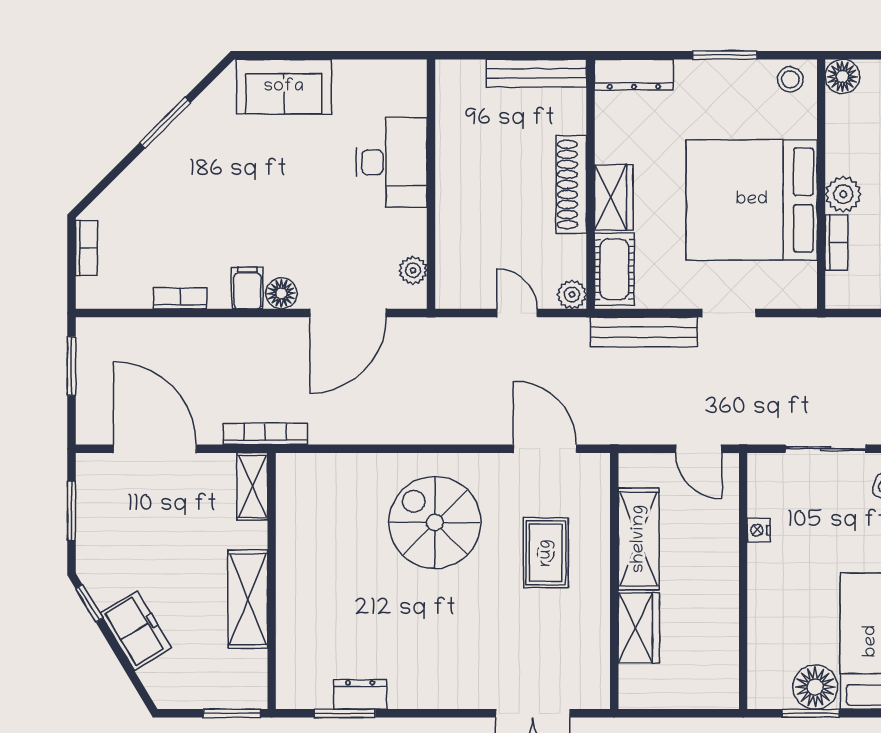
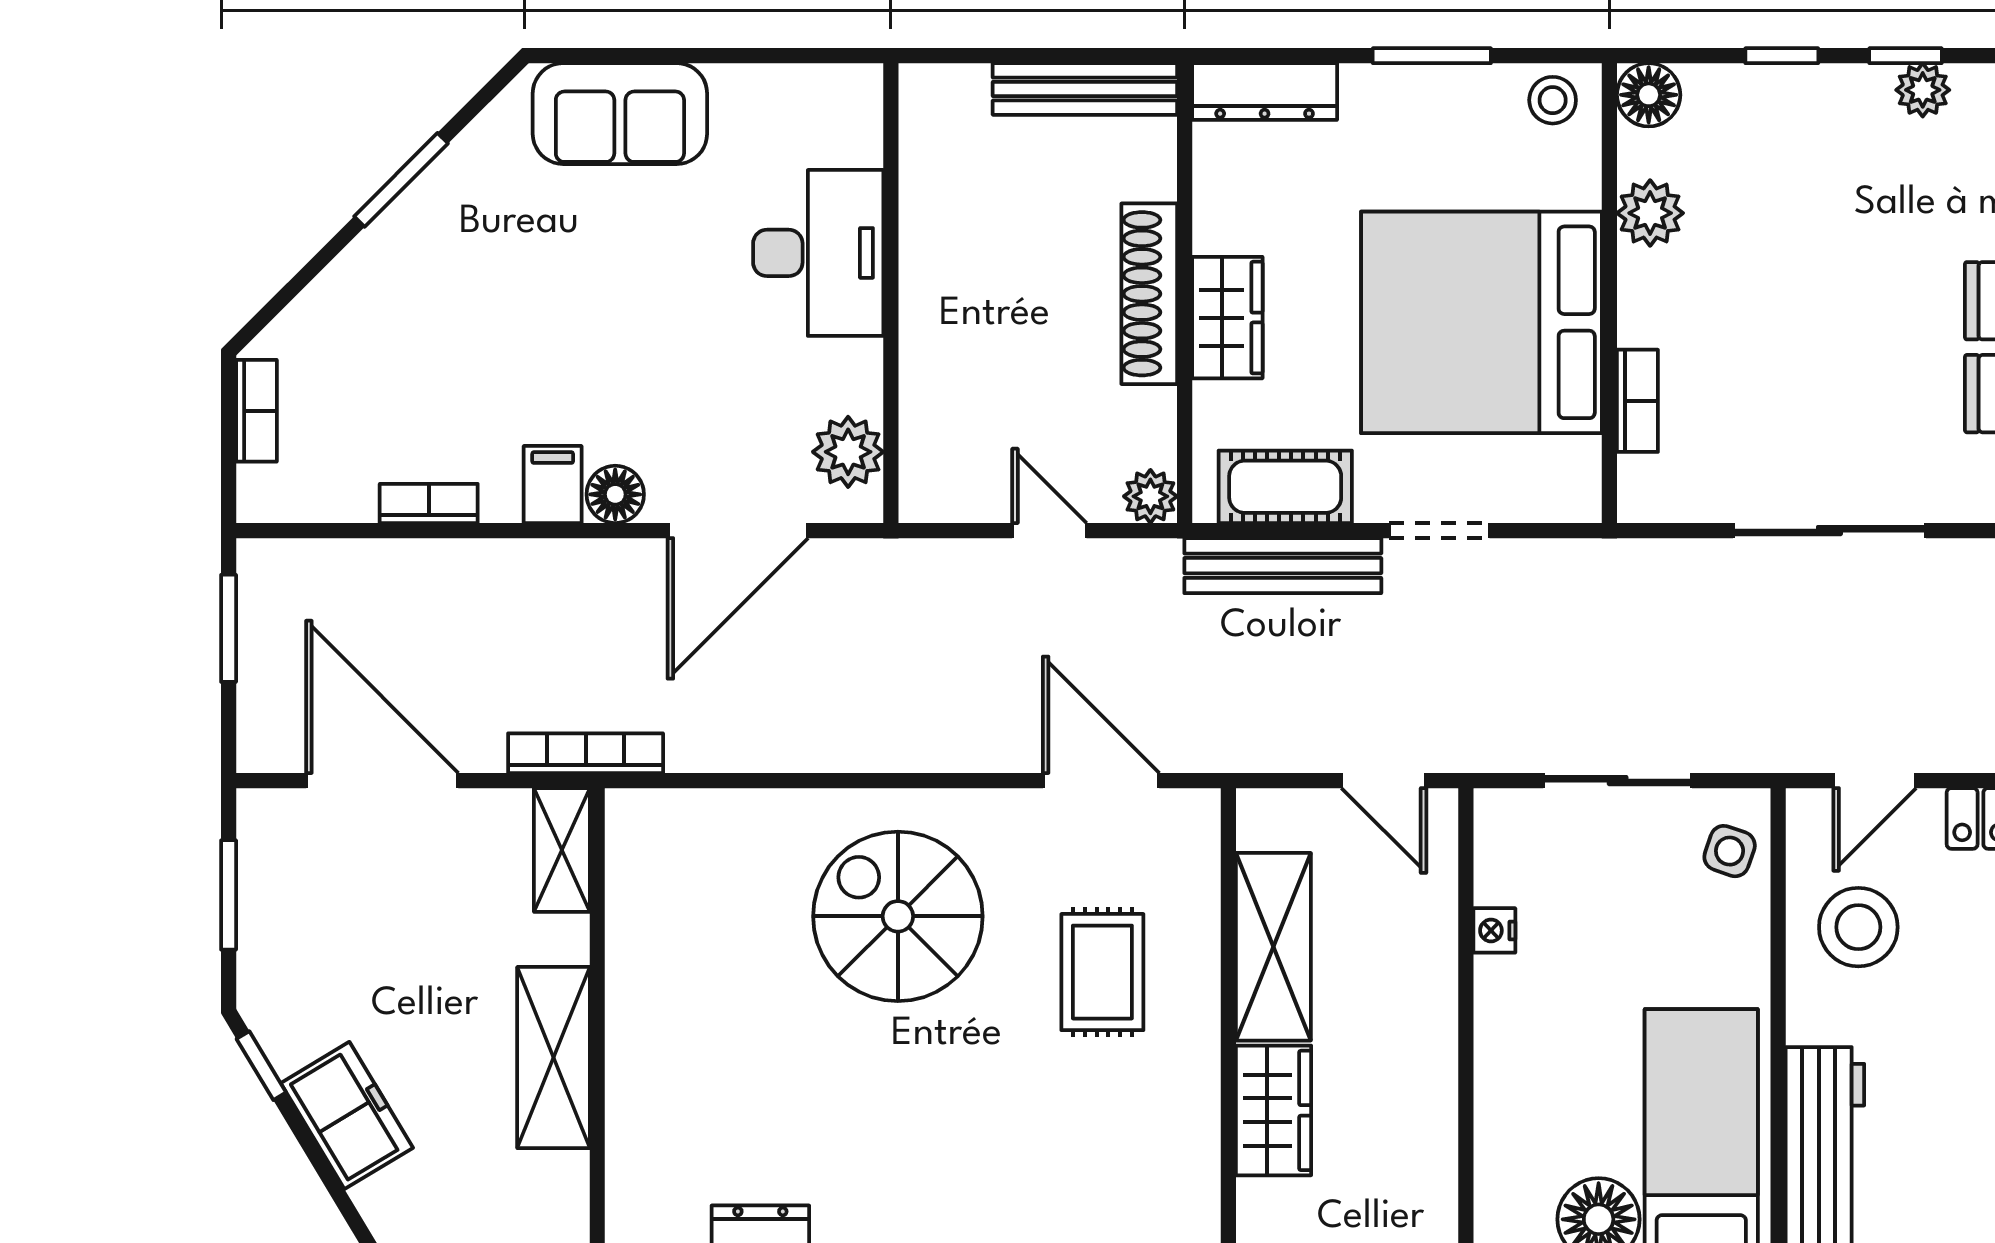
plant: (843, 194) -> (1650, 213), moved
cot: (614, 269) -> (1285, 487), moved, turned 90
plant: (413, 270) -> (848, 452), width x1.38, depth x1.38

